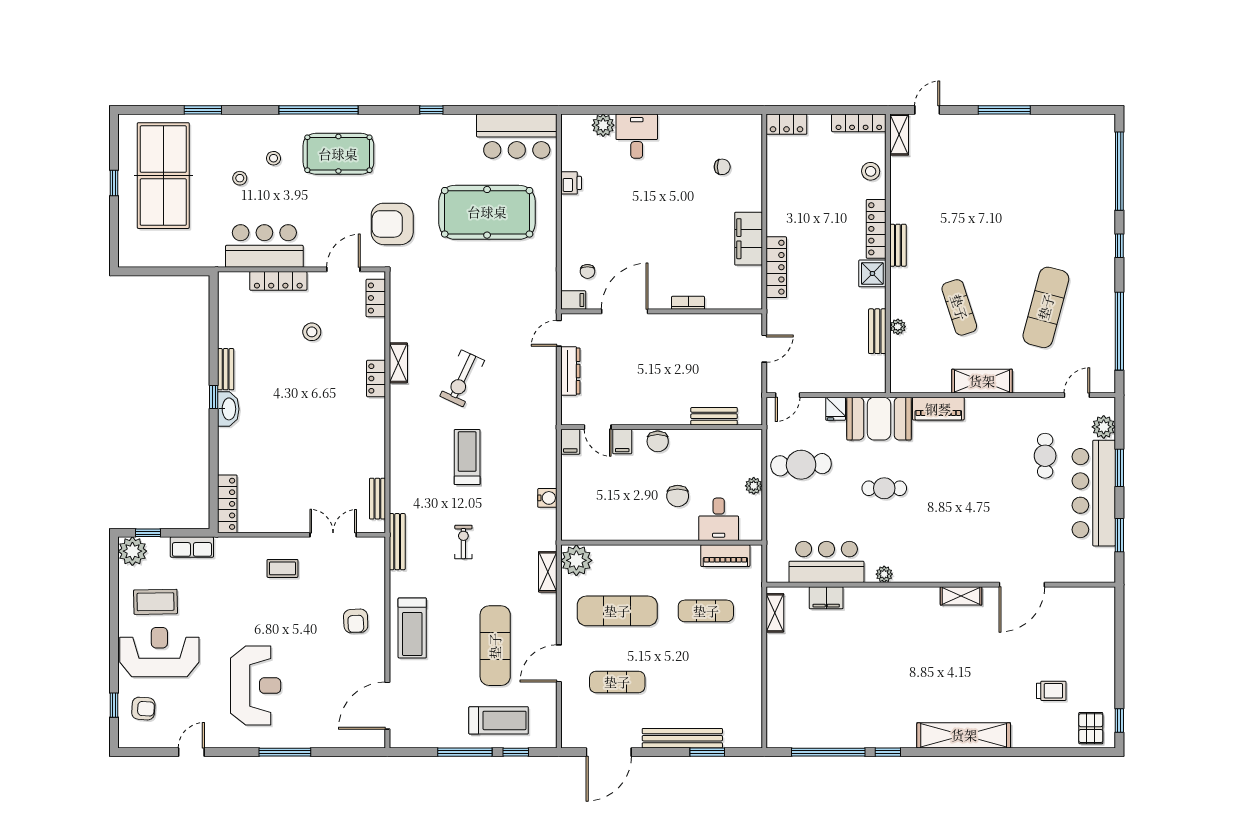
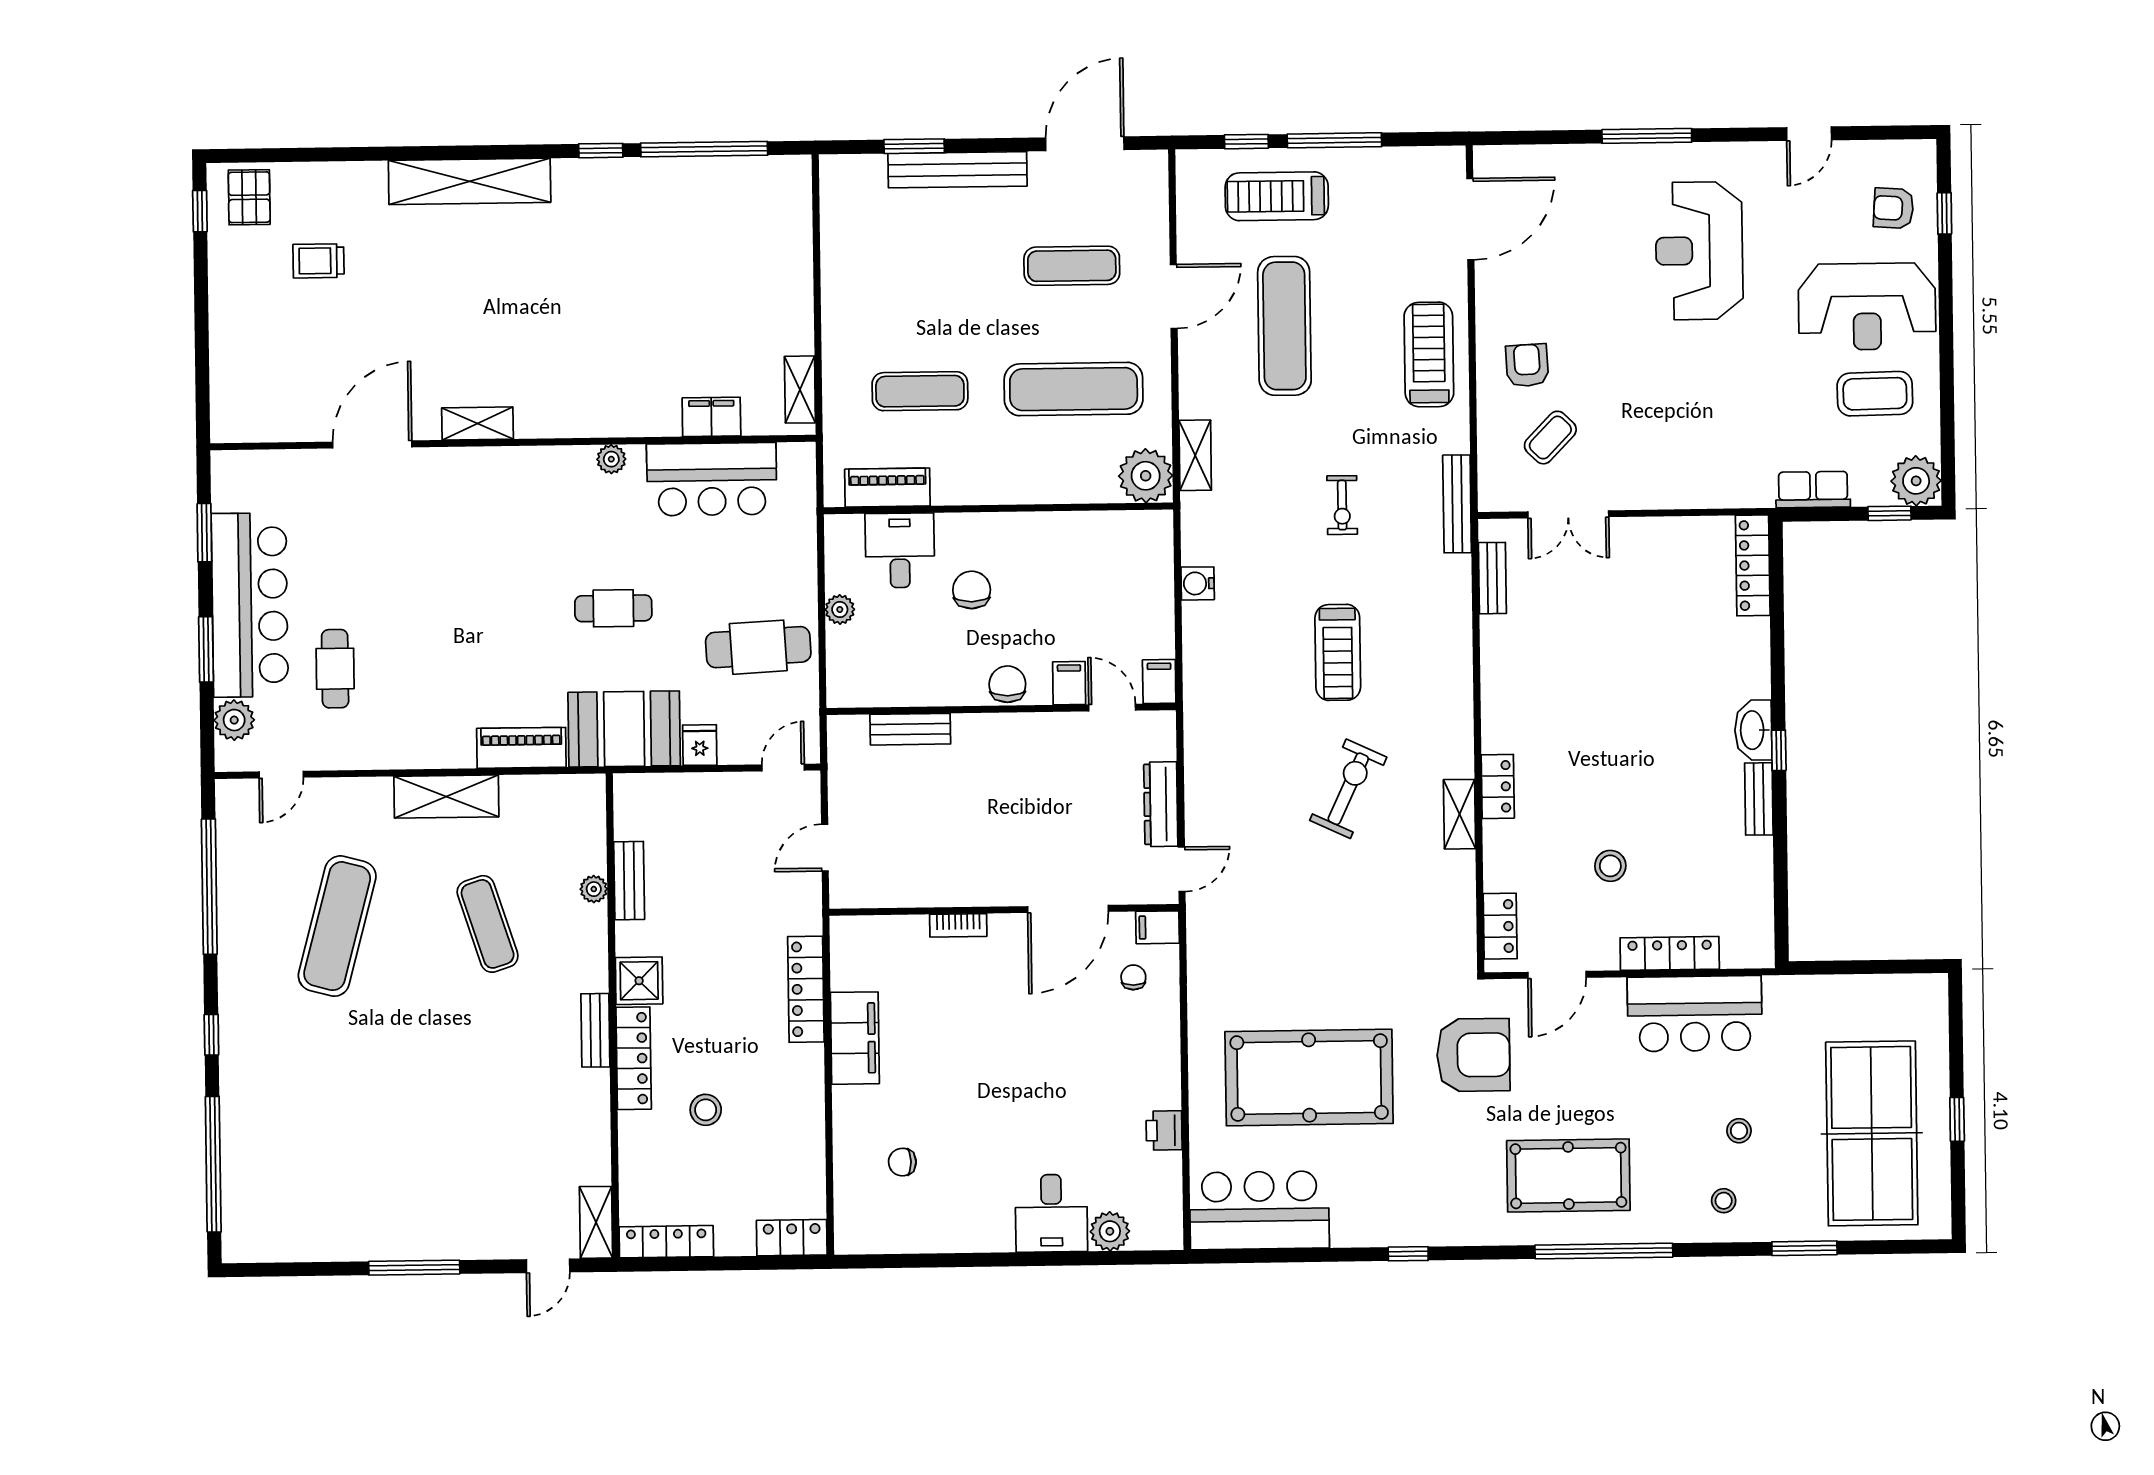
stool: (274, 158) -> (1724, 1201), moved
stool: (871, 171) -> (706, 1110), moved
coffee table: (282, 568) -> (1550, 438), moved, turned -46

